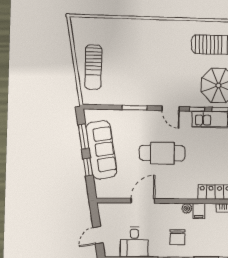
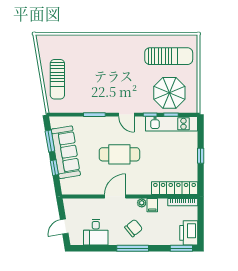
door: (143, 201) -> (115, 196), moved
chair: (177, 237) -> (134, 228), turned -129

